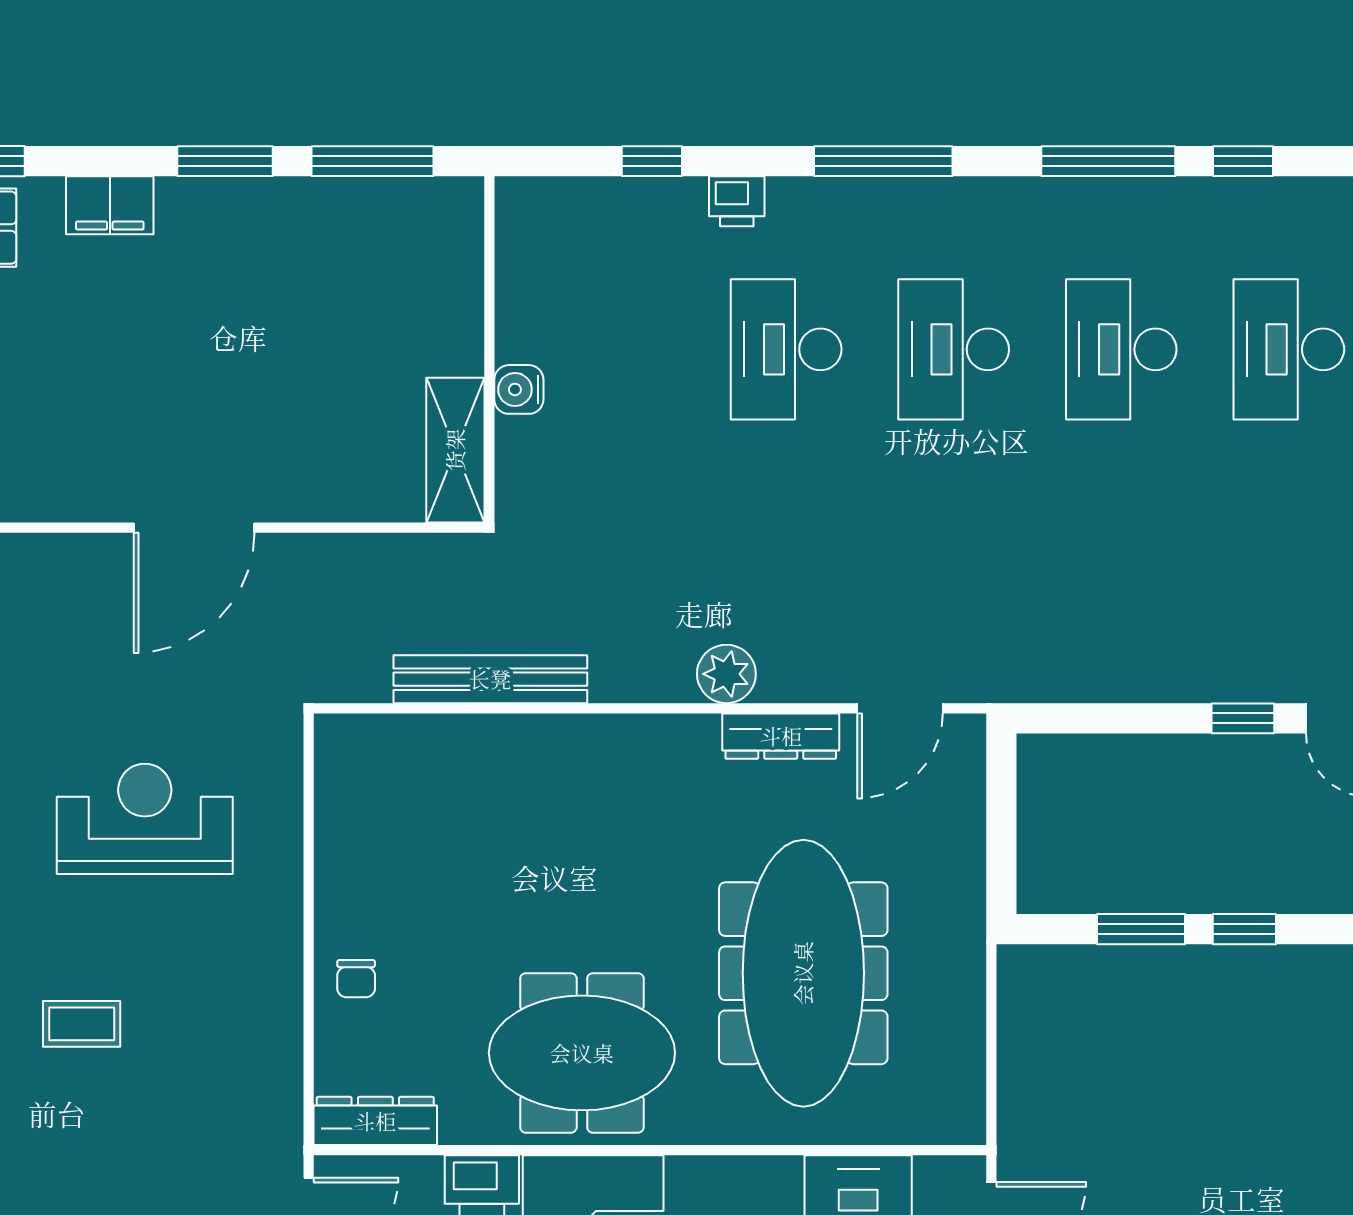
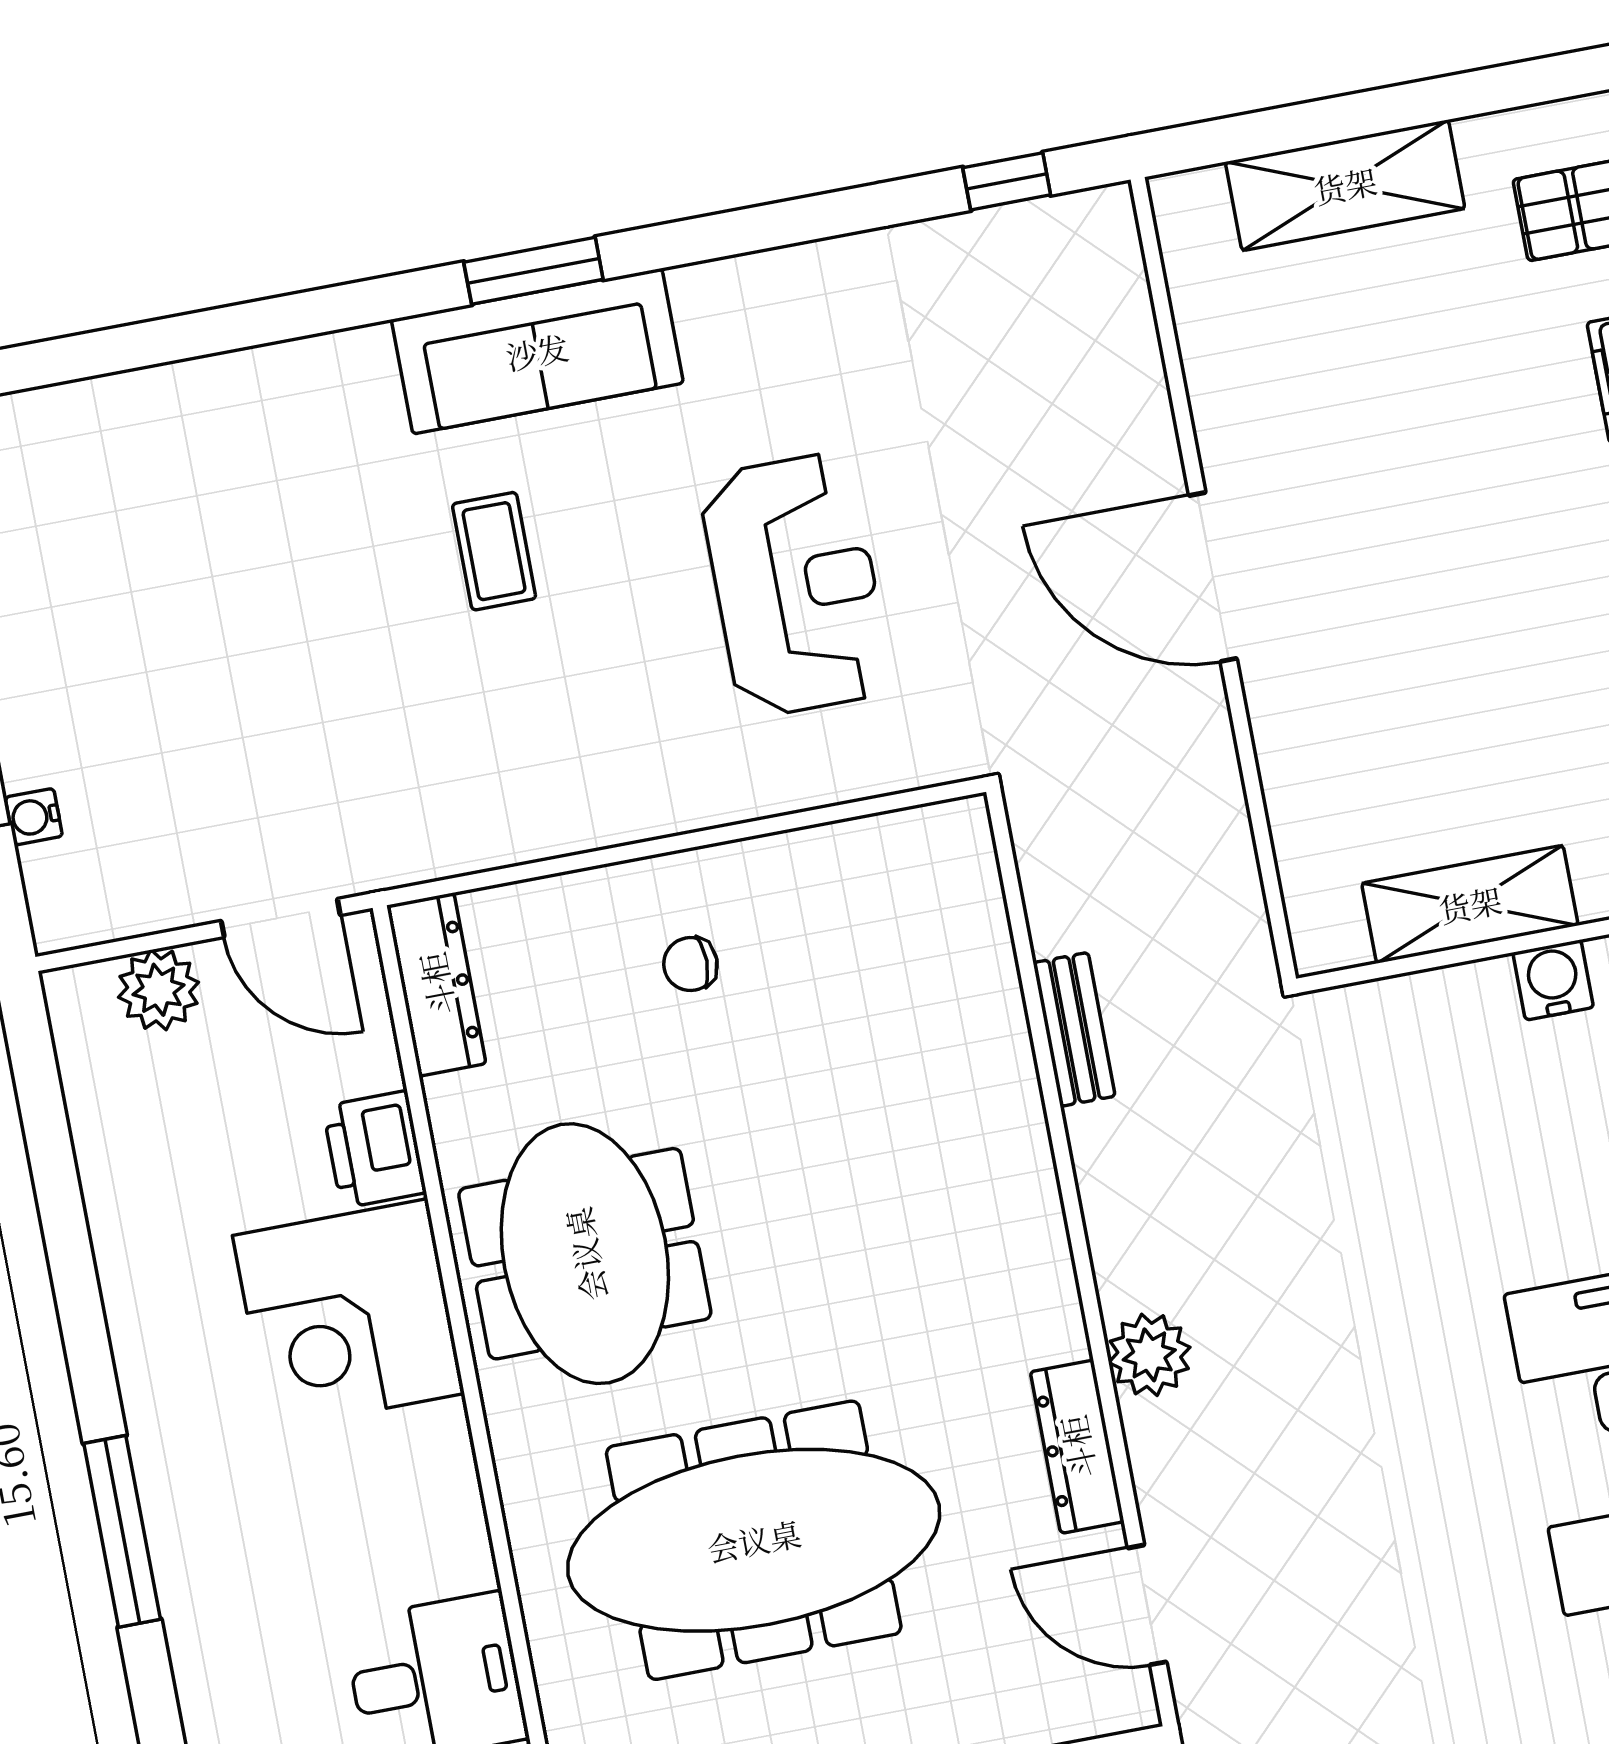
water cooler: (519, 389) -> (1553, 980), moved
shelving: (455, 450) -> (1470, 904), moved
bench: (490, 679) -> (1074, 1029), width x0.54, depth x0.82
chair: (356, 979) -> (690, 964), moved

